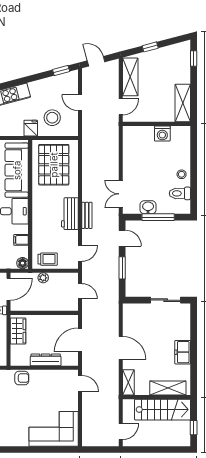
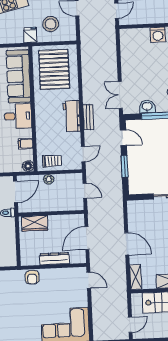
wardrobe: (18, 331) -> (35, 223), moved, turned 90
armchair: (22, 378) -> (32, 277), turned 90

